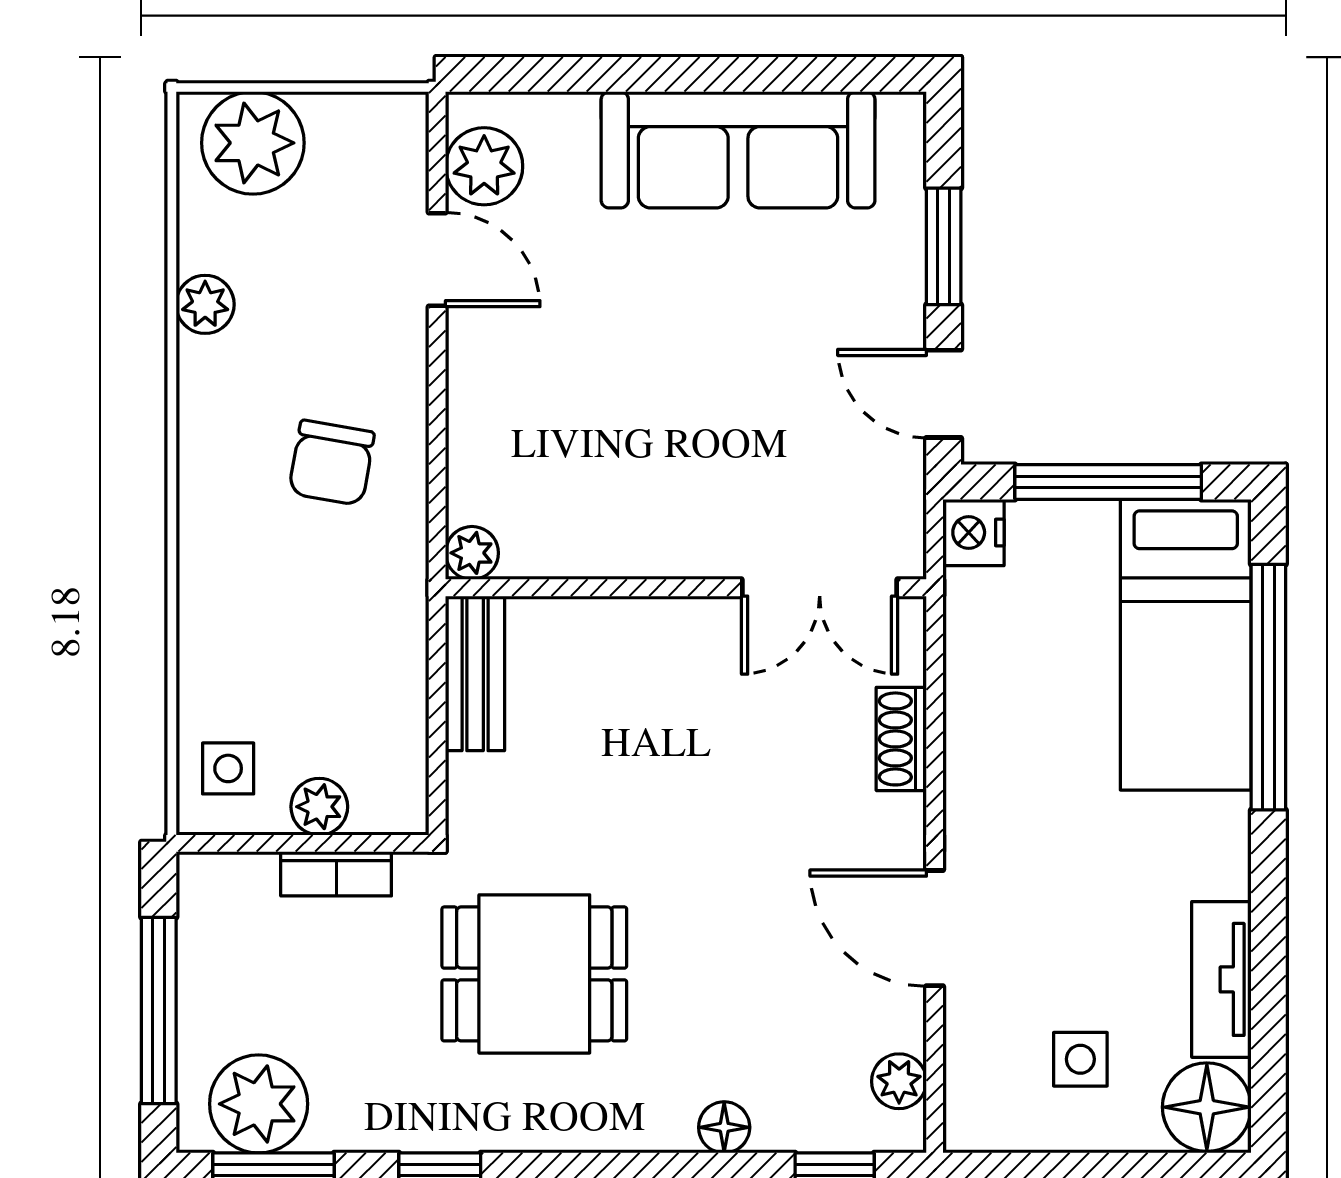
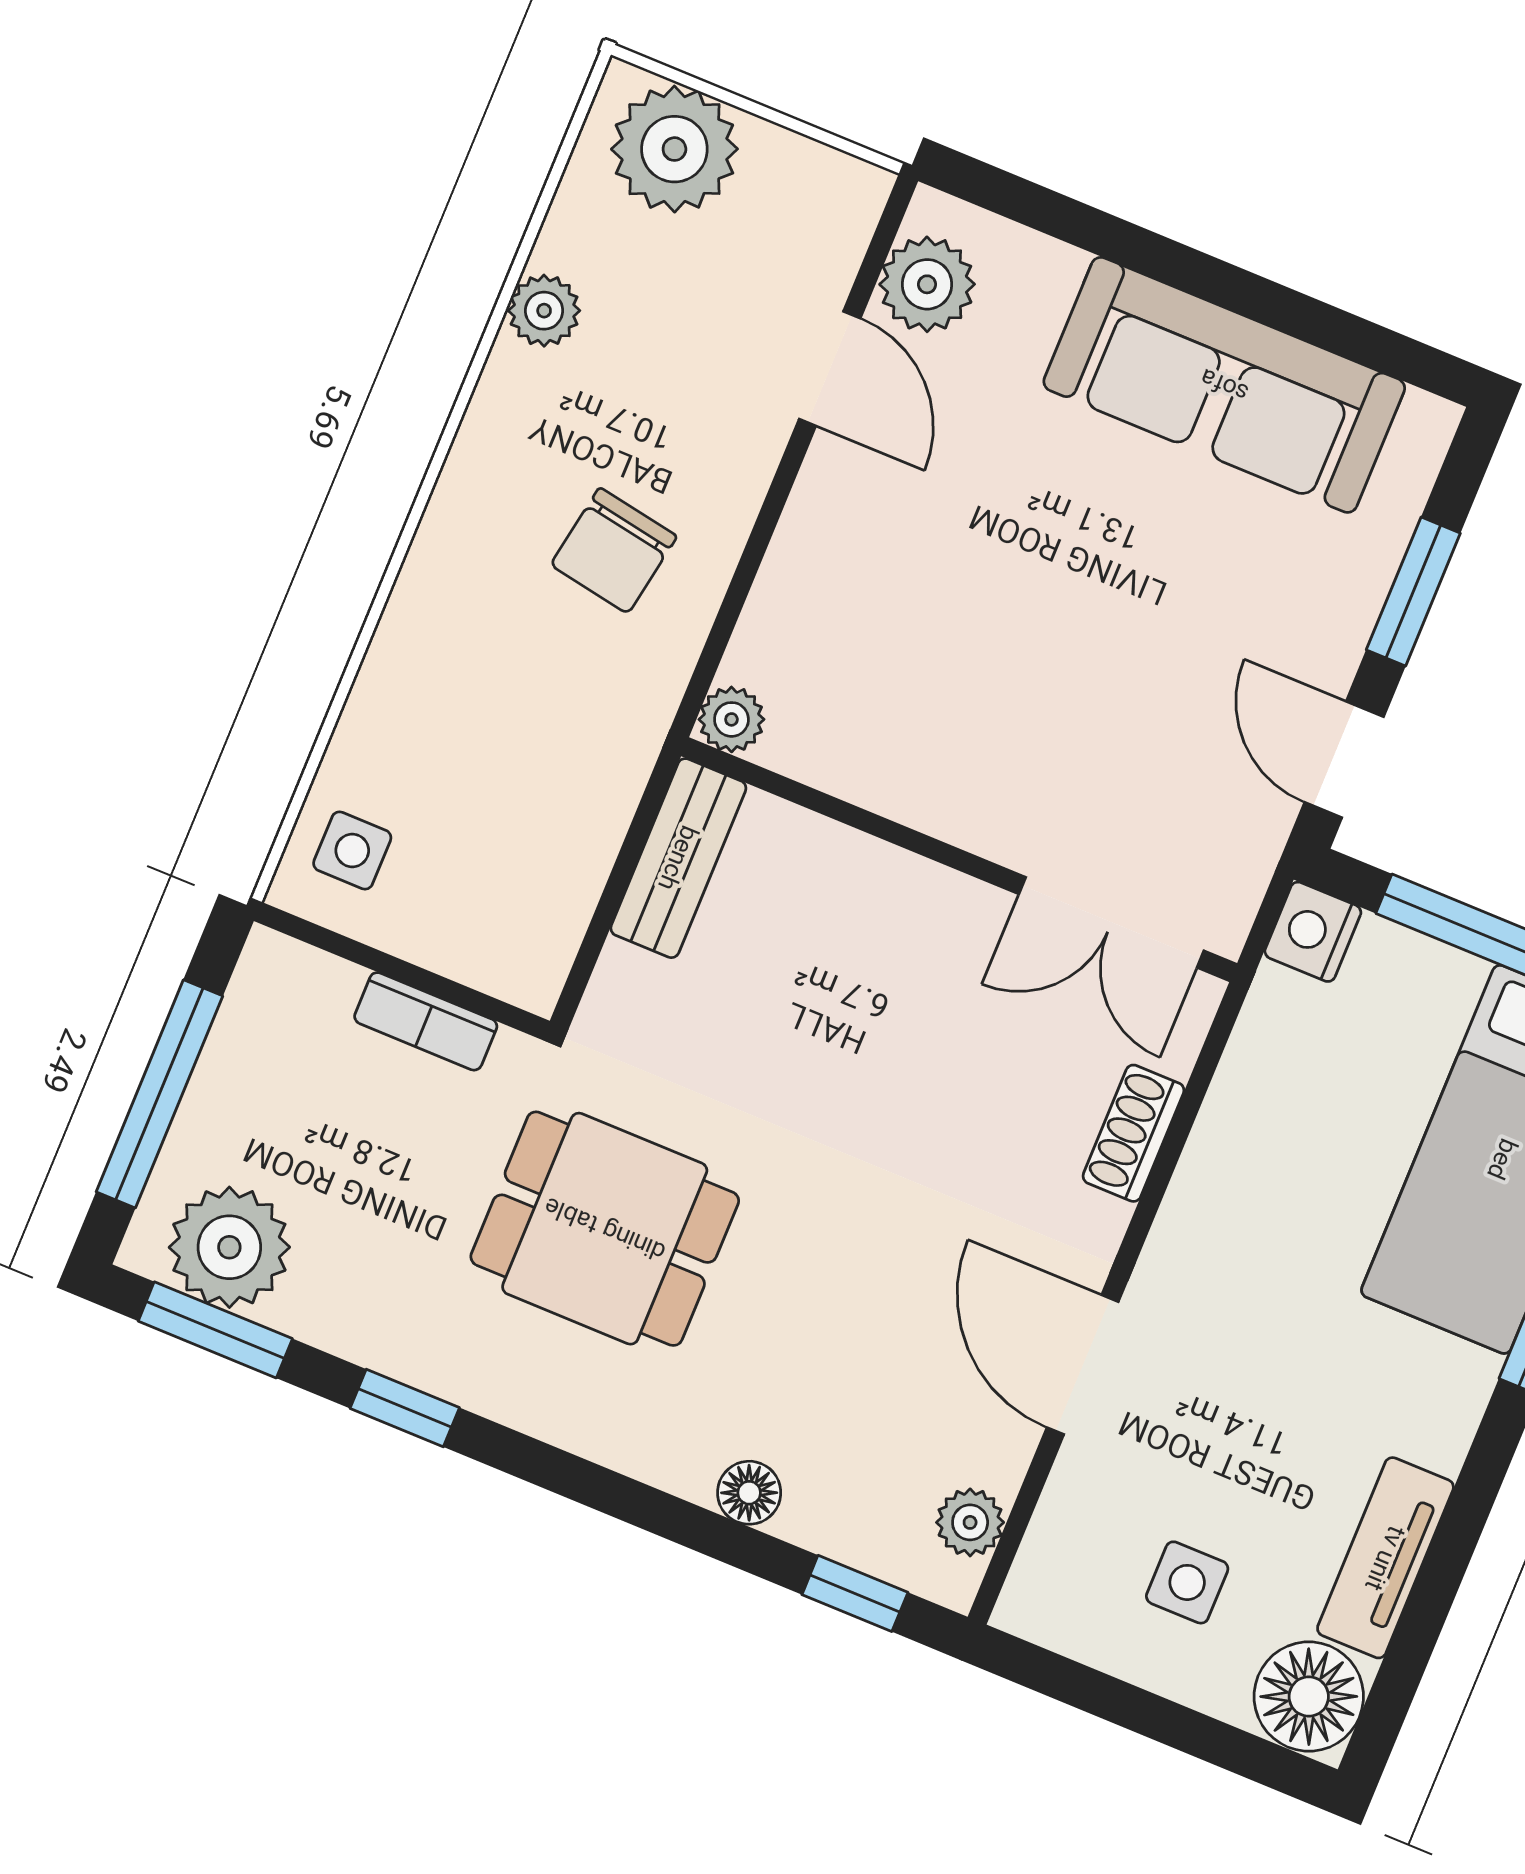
plant: (319, 807) -> (438, 937), removed

